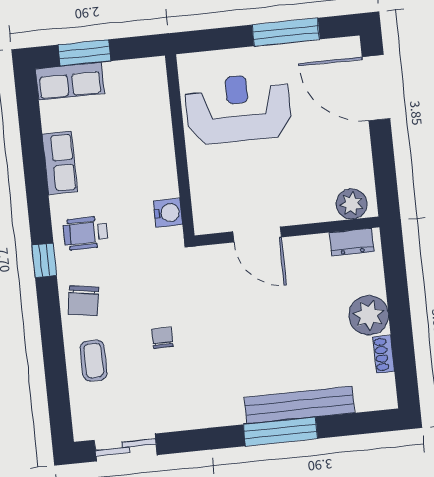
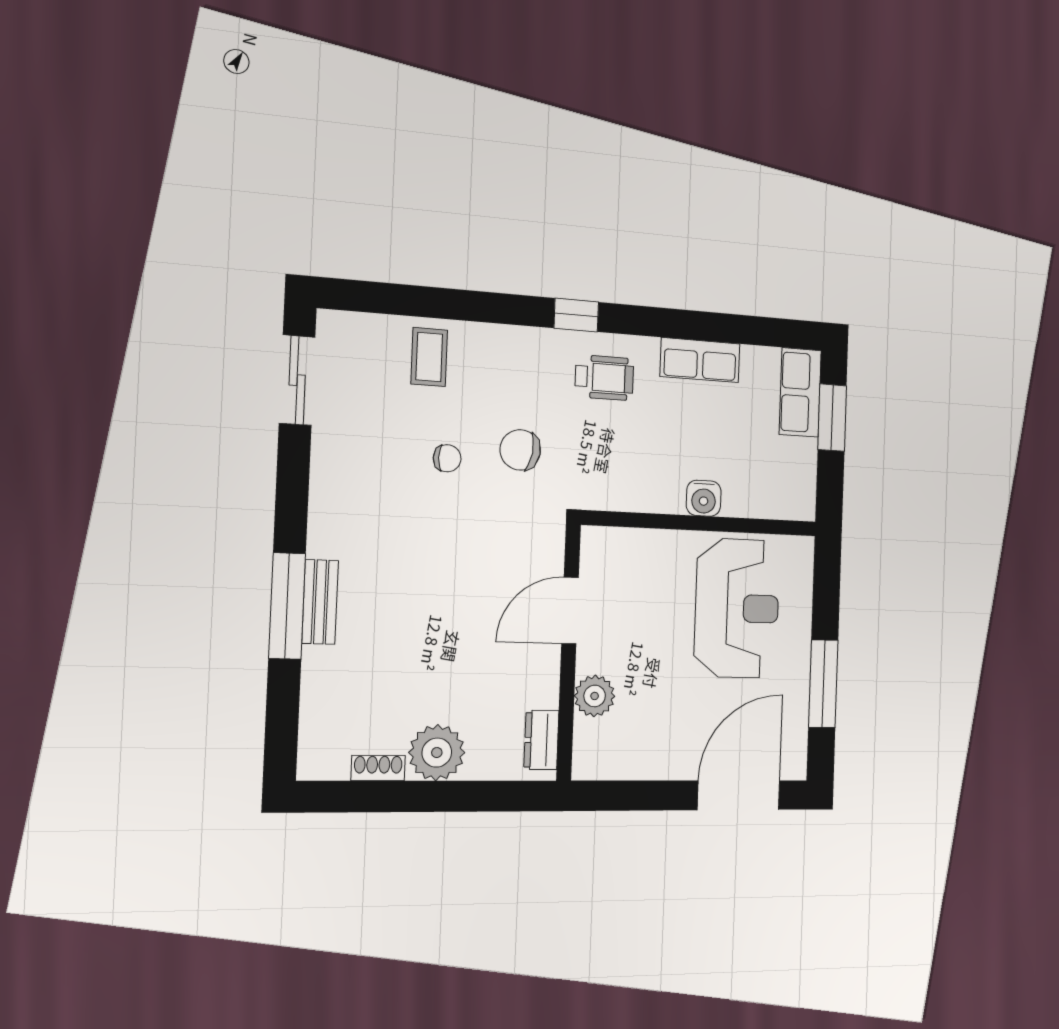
plant: (352, 204) -> (595, 696), moved
water cooler: (168, 213) -> (704, 498), moved
wheelchair: (86, 233) -> (604, 378), turned 90
chair: (83, 301) -> (520, 450), moved
coffee table: (94, 361) -> (429, 357), turned 90
bench: (299, 405) -> (320, 602), width x0.54, depth x0.82

